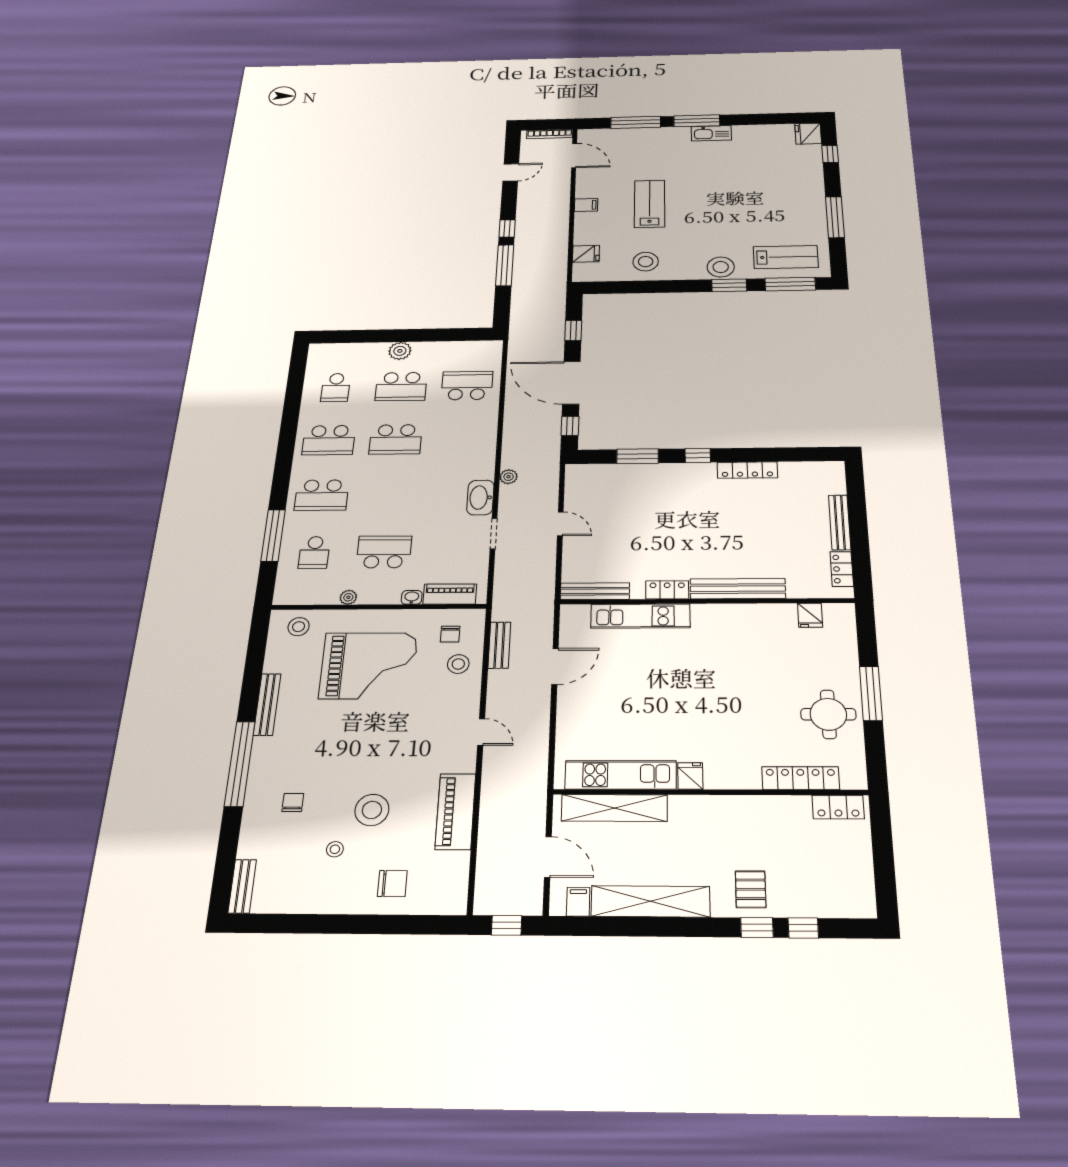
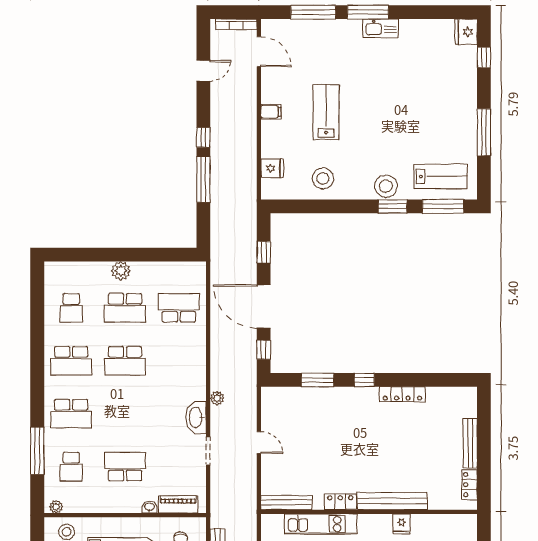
plant: (348, 597) -> (56, 507), moved
fridge: (810, 615) -> (401, 524), moved

